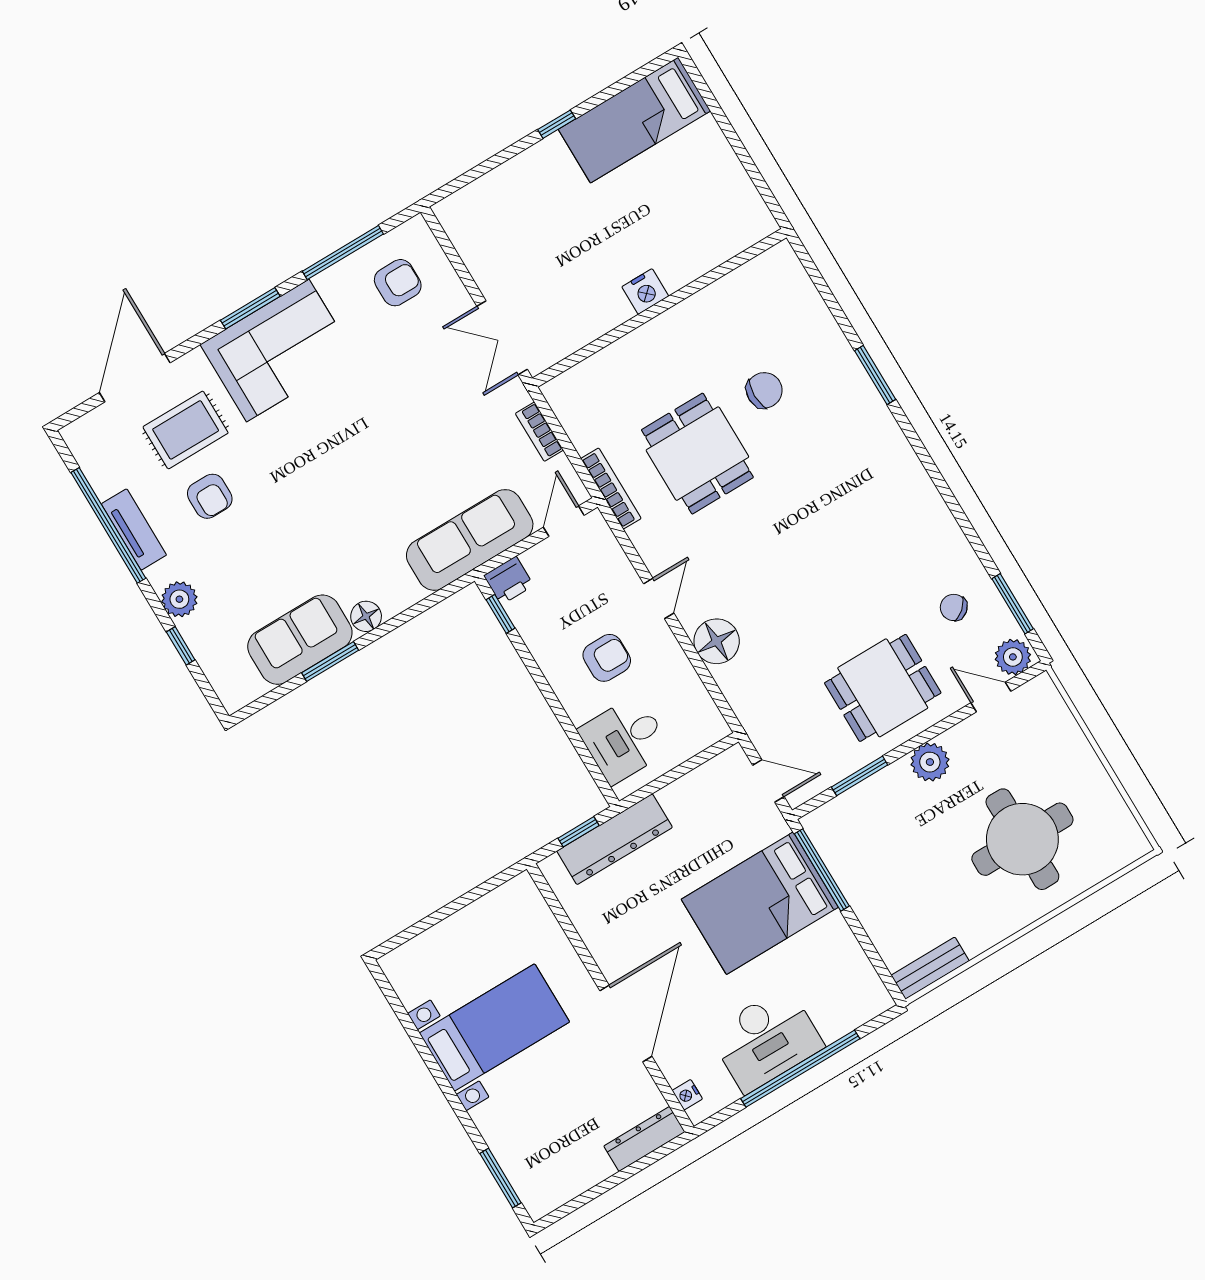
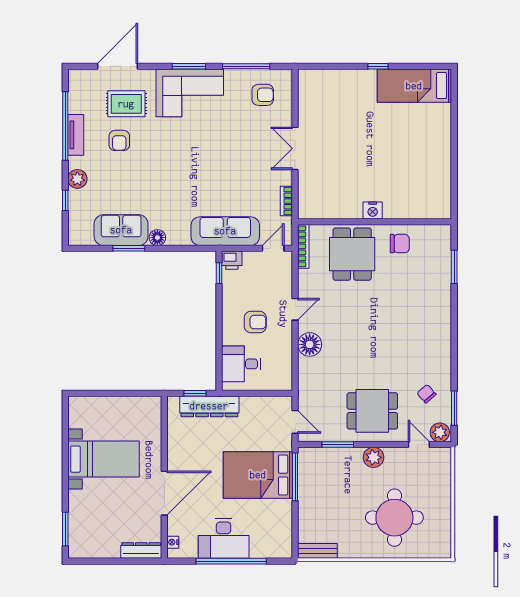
nightstand: (645, 291) -> (373, 210), moved
wall: (659, 308) -> (375, 222), moved

